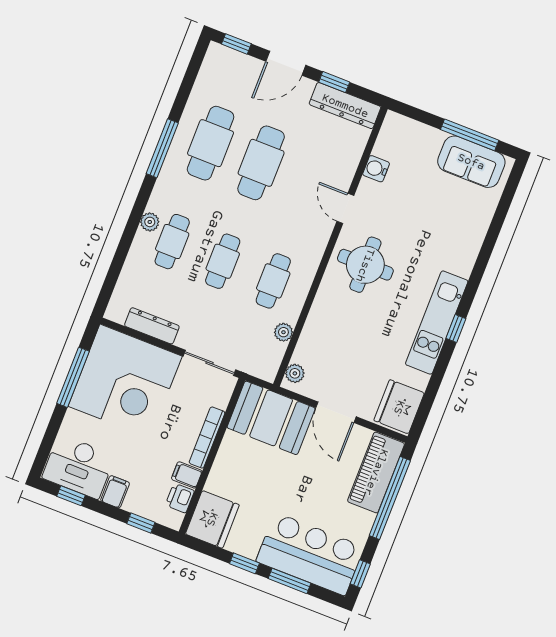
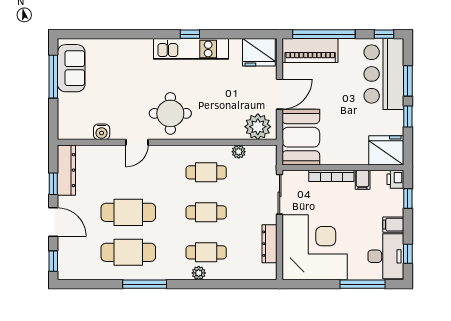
plant: (295, 373) -> (258, 127), width x1.87, depth x1.87
window: (73, 377) -> (363, 284), moved
printer: (180, 498) -> (395, 179), moved, turned 90

